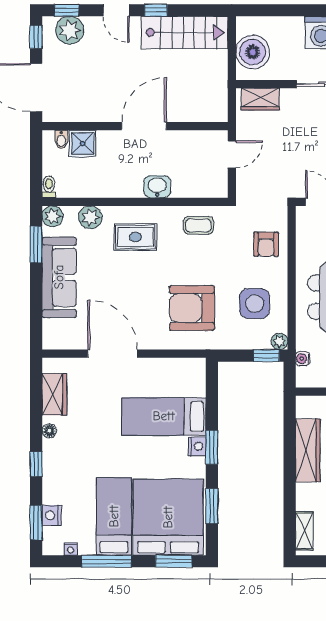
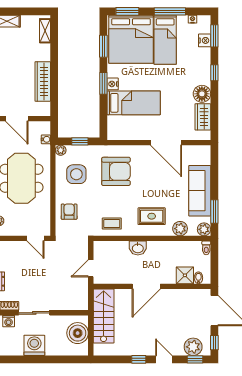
stairs: (185, 32) -> (104, 316), moved, turned 90
wardrobe: (260, 99) -> (73, 303), removed
window: (266, 356) -> (80, 141), moved
floor lamp: (49, 431) -> (202, 94), width x1.89, depth x1.89

